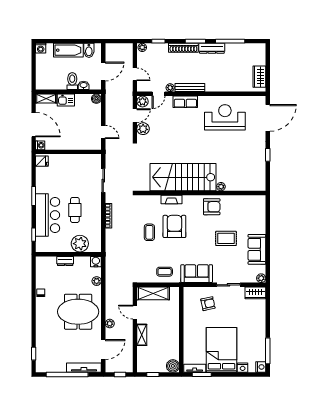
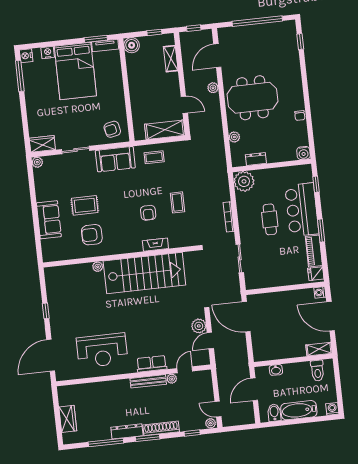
door: (135, 74) -> (218, 409), moved
wardrobe: (259, 77) -> (68, 419), moved
toilet: (72, 81) -> (317, 371), moved
boiler: (96, 99) -> (259, 356), removed
kitchen sink: (66, 100) -> (295, 350), removed
plant: (143, 101) -> (203, 358), removed
door: (103, 132) -> (246, 317), width x1.87
piano: (41, 180) -> (314, 251), added
armchair: (212, 207) -> (92, 235), moved
armchair: (174, 226) -> (148, 213), width x0.53, depth x0.53
plant: (80, 244) -> (244, 181), moved
sofa: (257, 249) -> (49, 220), moved
dresser: (65, 261) -> (256, 159), moved
water cooler: (96, 262) -> (303, 153), moved
armchair: (208, 304) -> (112, 129), moved
shelving: (142, 335) -> (171, 59), moved
tv unit: (84, 368) -> (238, 31), removed

